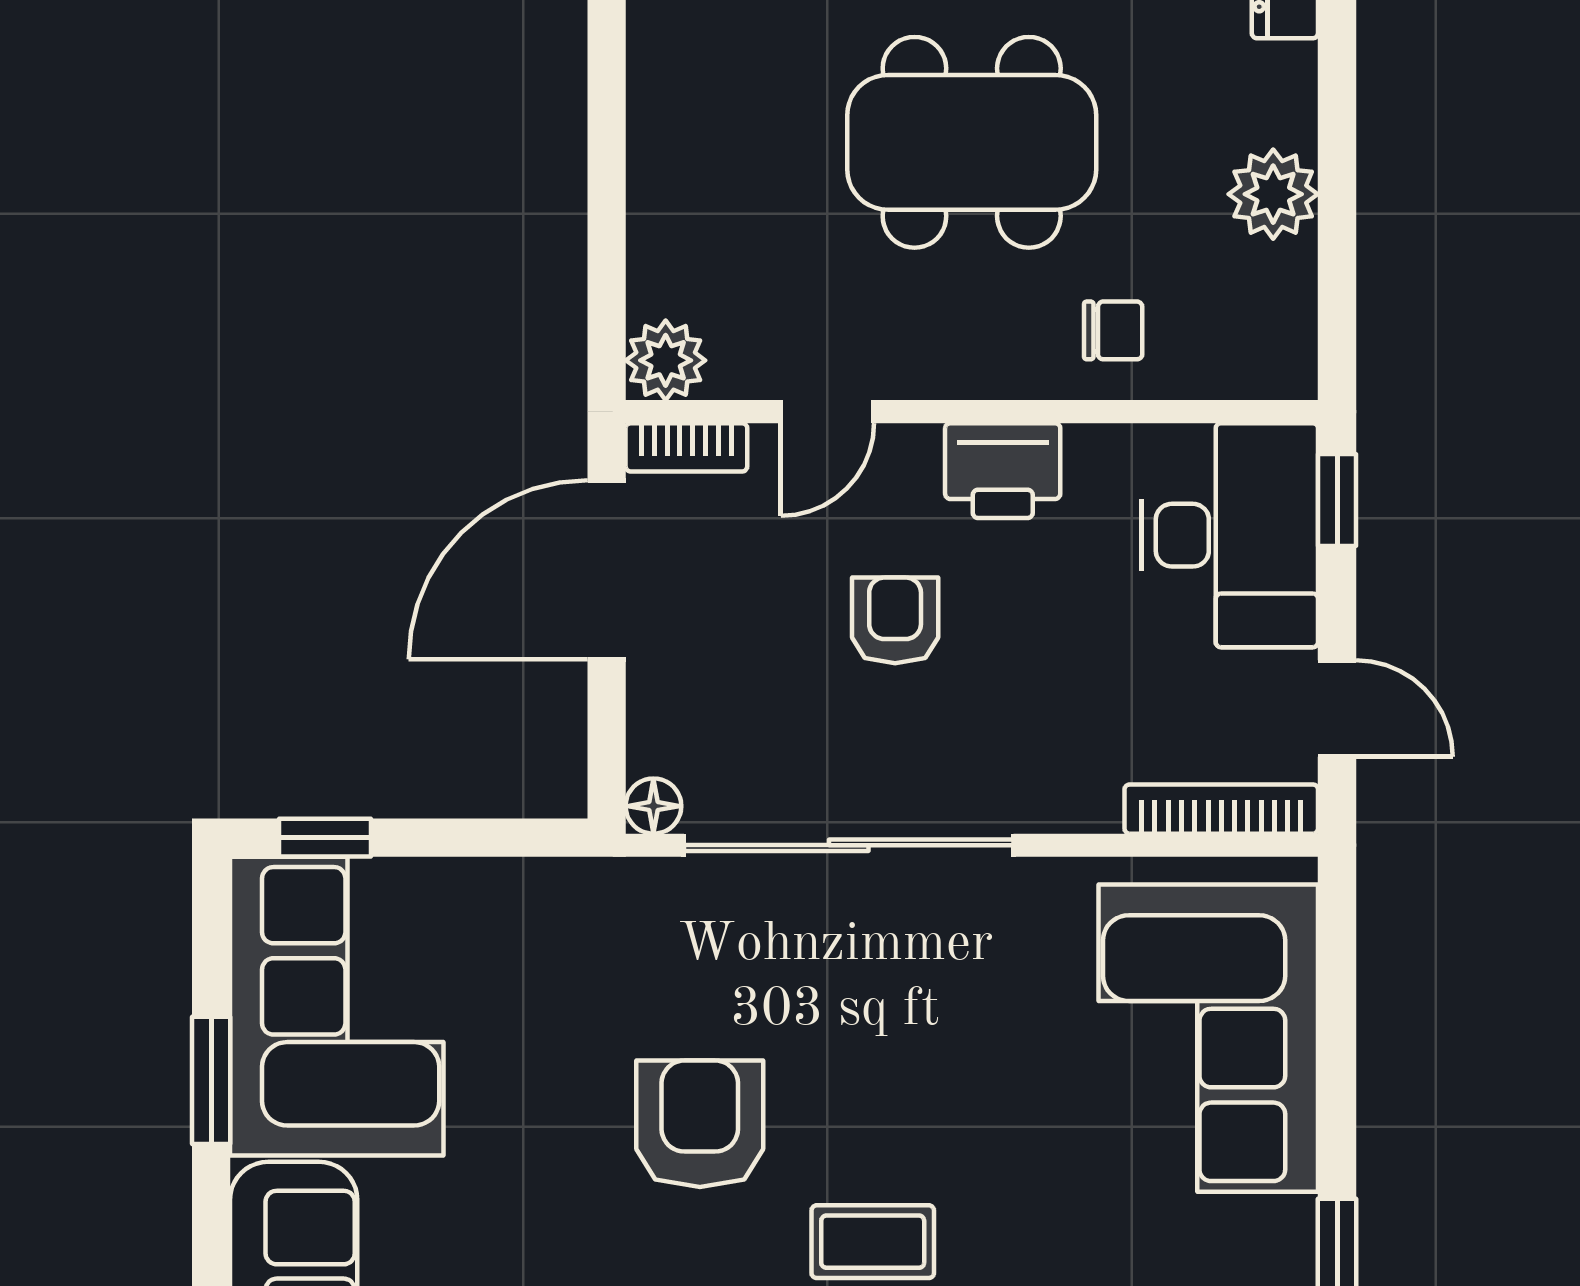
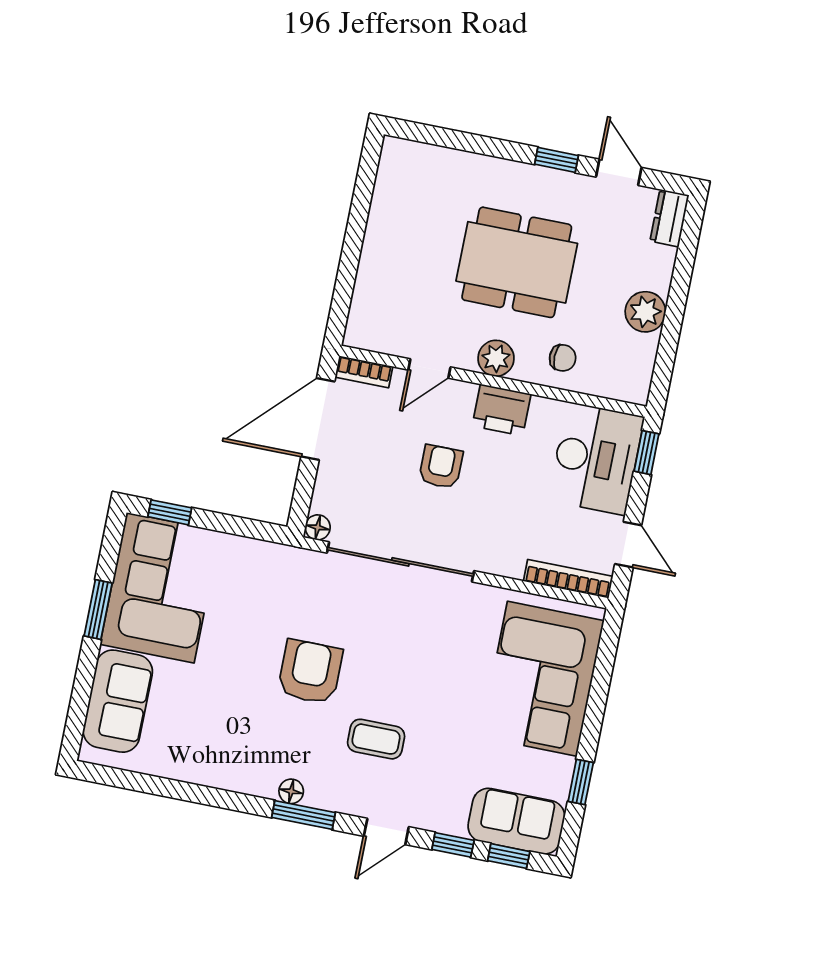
plant: (666, 360) -> (496, 358), moved

